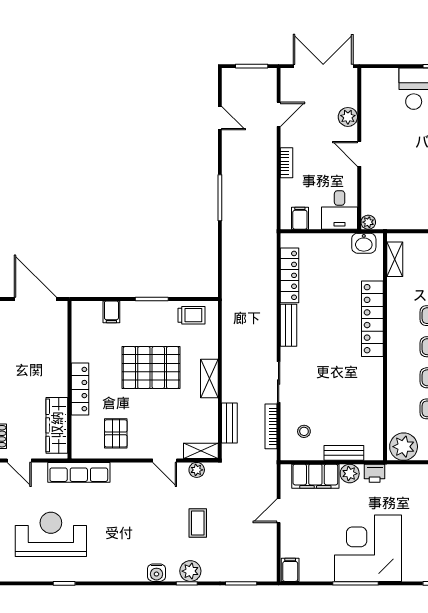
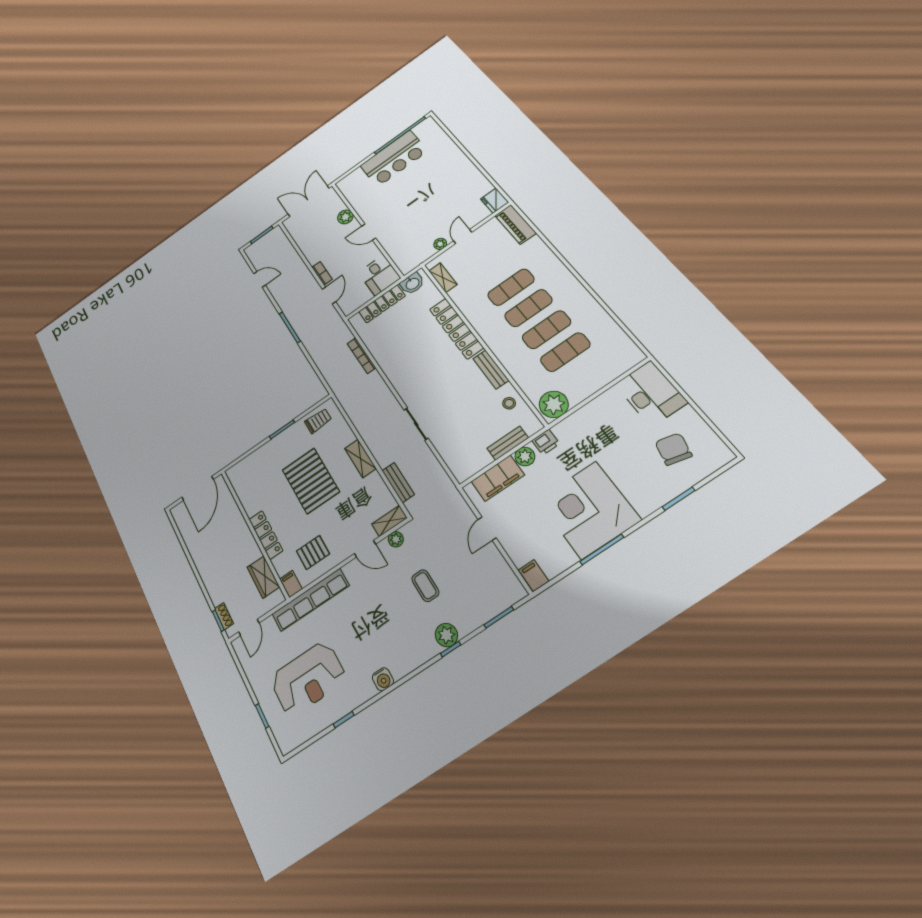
door: (279, 114) -> (329, 295), moved
filing cabinet: (300, 218) -> (355, 300), removed
plant: (368, 222) -> (440, 244), moved
locker: (290, 275) -> (382, 304), moved, turned 90
door: (35, 299) -> (198, 488), swing flipped
filing cabinet: (111, 312) -> (291, 584), moved, turned 180
bench: (288, 325) -> (491, 369), moved
pallet: (151, 368) -> (311, 481), turned 90
wardrobe: (57, 425) -> (263, 577), width x0.67
bookcase: (271, 426) -> (361, 356), moved
stool: (304, 431) -> (509, 403), moved
pallet: (116, 433) -> (313, 552), turned 90
door: (19, 460) -> (249, 627), hinge flipped
row of seats: (79, 472) -> (311, 600), width x1.36
reception desk: (51, 534) -> (308, 679), turned 180
water cooler: (156, 573) -> (383, 679), moved

